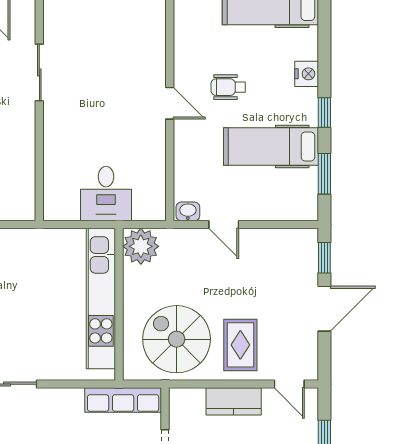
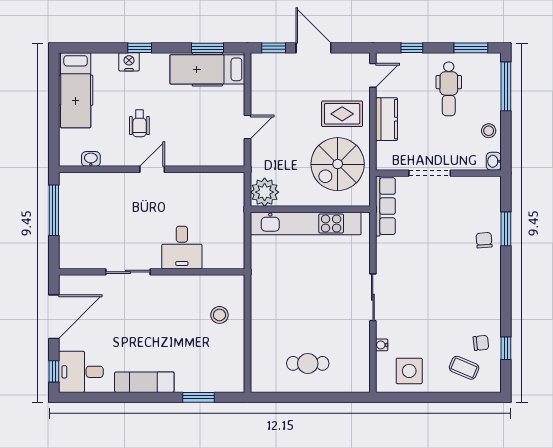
window: (324, 113) -> (140, 48), moved
hospital bed: (271, 146) -> (207, 69), moved, turned 90
desk: (106, 194) -> (182, 248), moved, turned 90
washbasin: (188, 211) -> (91, 159), moved, turned 90

